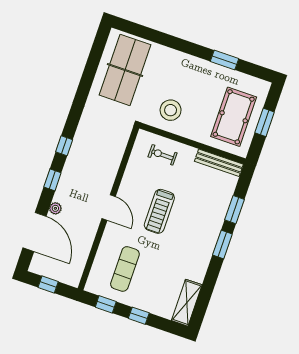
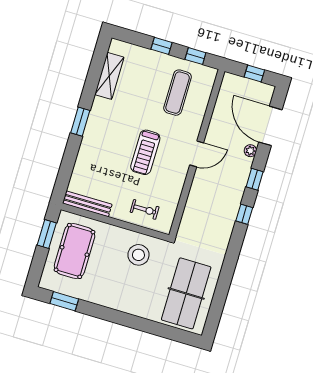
window: (225, 60) -> (64, 301), moved
window: (265, 122) -> (47, 234), moved
door: (109, 207) -> (197, 154), swing flipped
window: (234, 210) -> (70, 157), removed
treadmill: (159, 211) -> (145, 152), turned 180
shelving: (187, 303) -> (109, 76), moved

